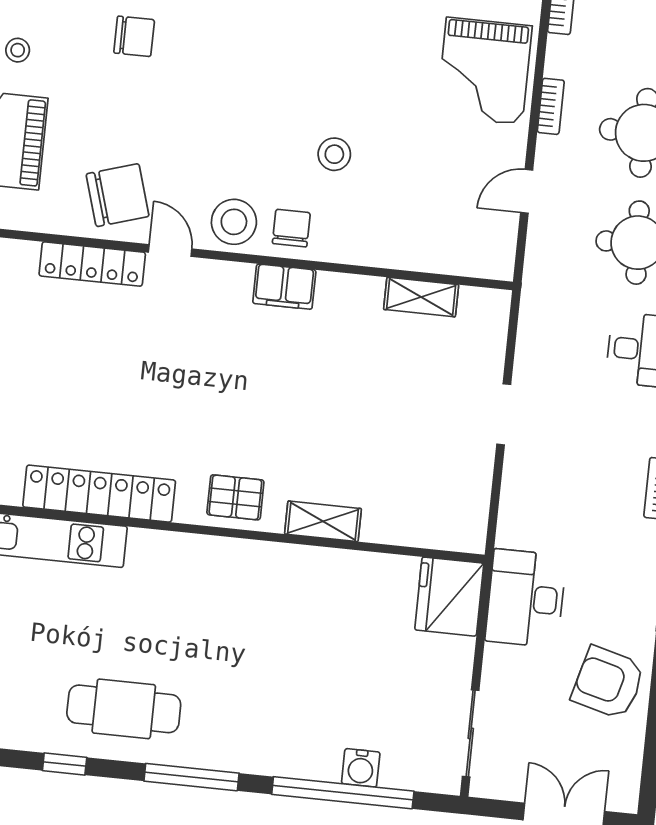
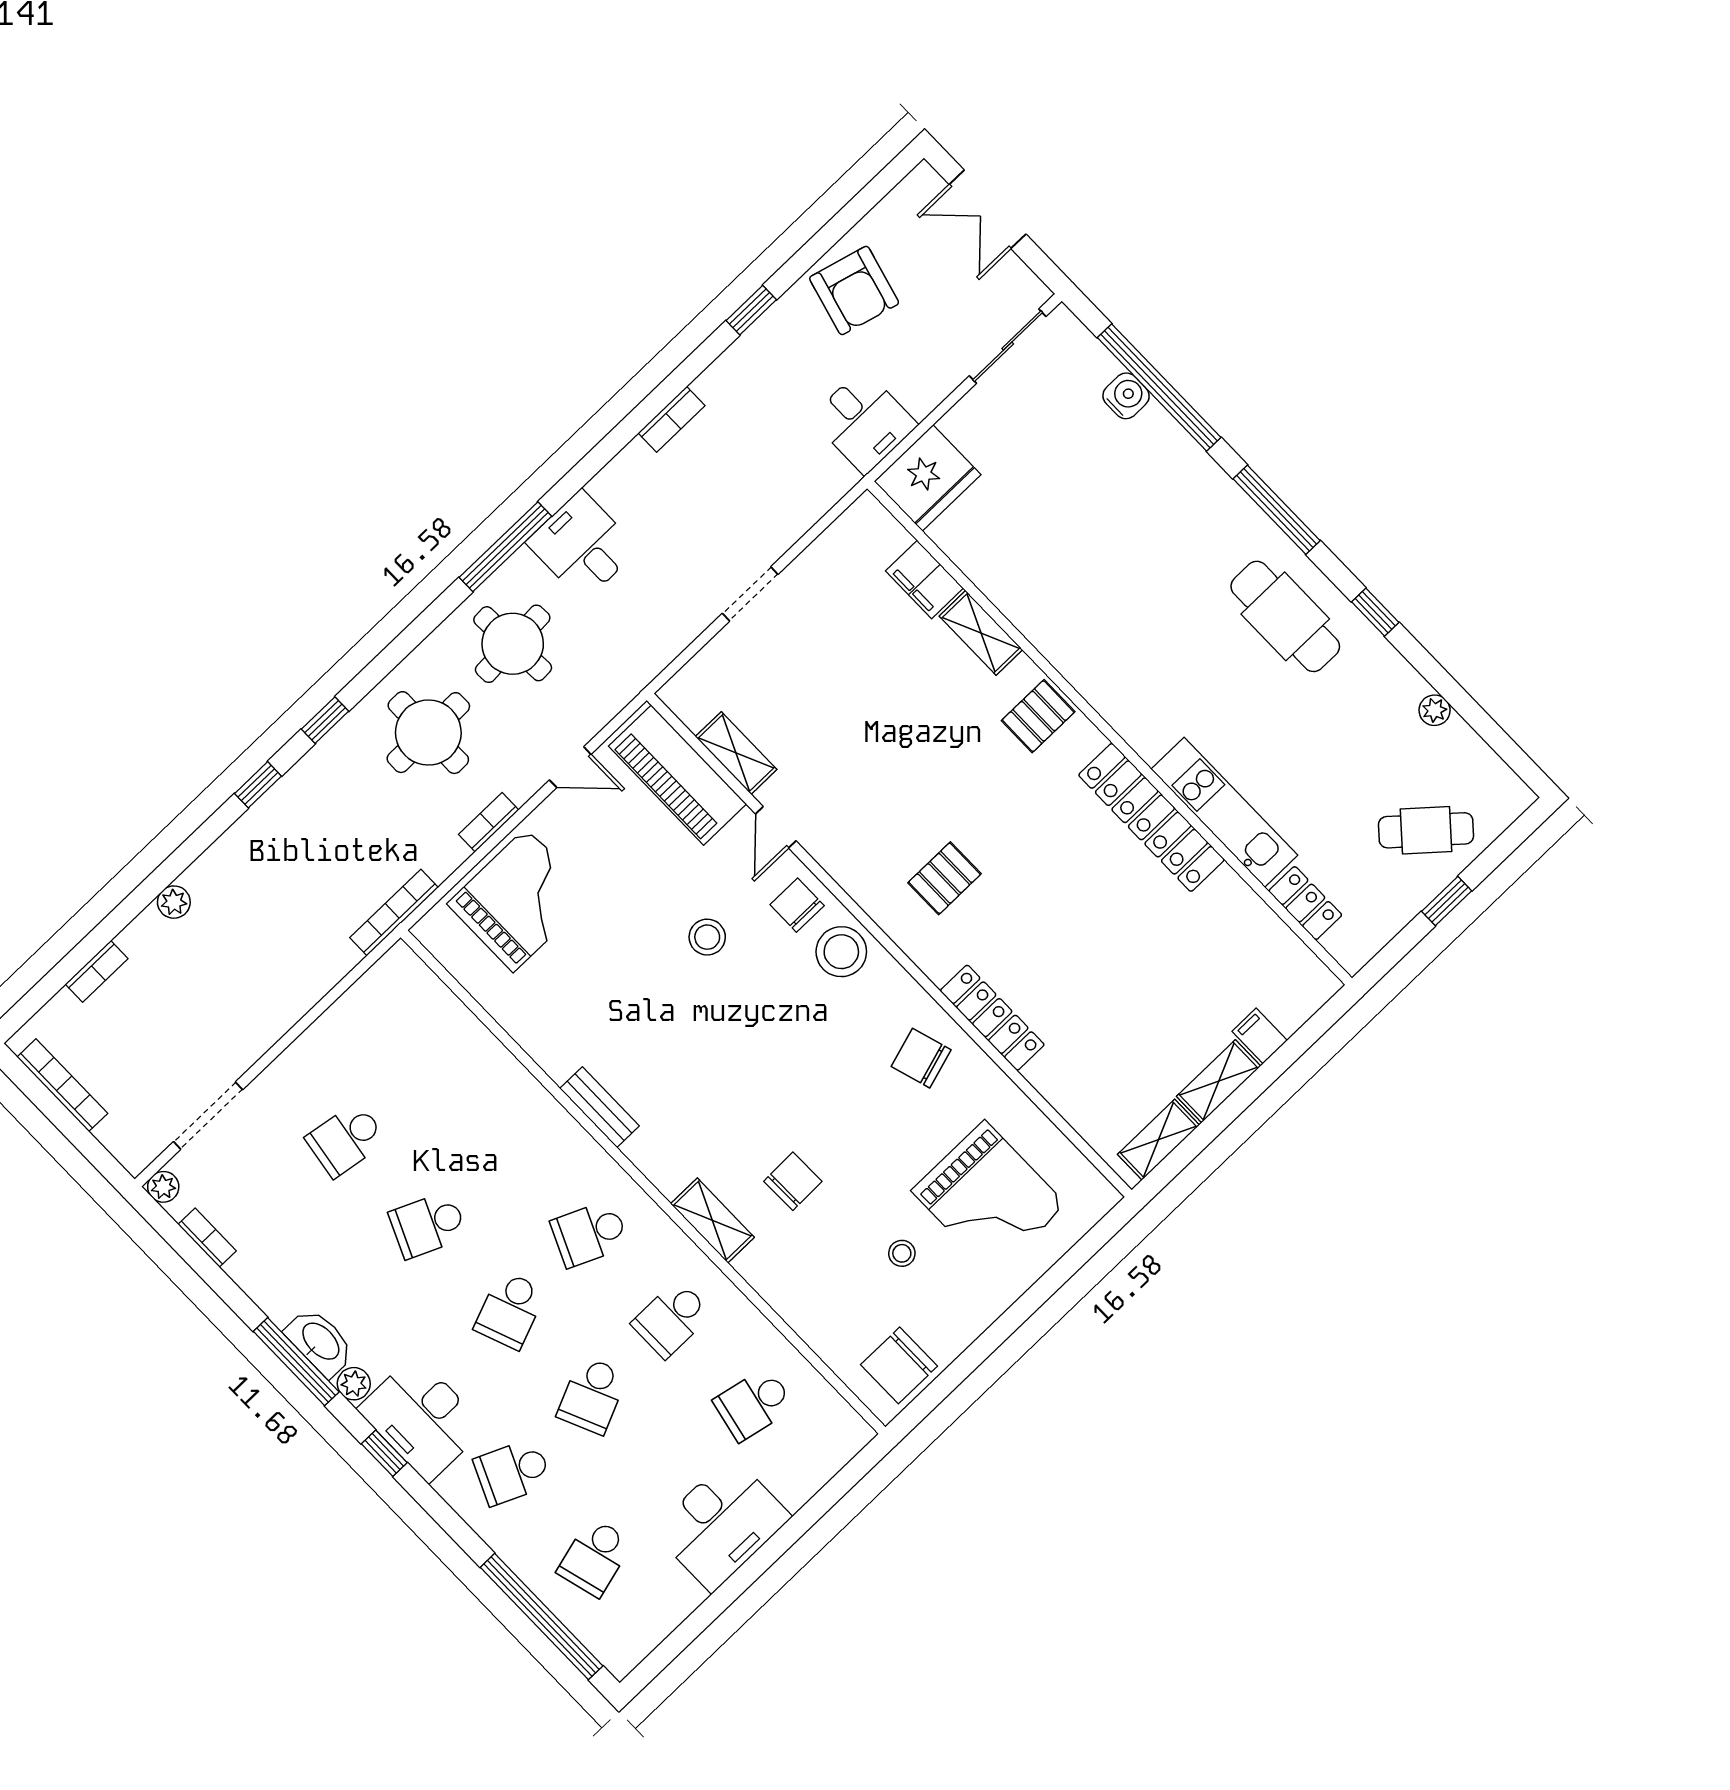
chair: (134, 36) -> (793, 1181), turned 89
chair: (118, 195) -> (921, 1058), width x0.73, depth x0.73
chair: (291, 228) -> (797, 905), turned 90
piano: (449, 248) -> (677, 775), added
door: (170, 251) -> (776, 827), moved
filing cabinet: (284, 287) -> (924, 580), moved, turned 180
pallet: (206, 332) -> (945, 878), added
pallet: (235, 497) -> (1038, 716), turned 90
desk: (526, 598) -> (864, 422), width x0.73

